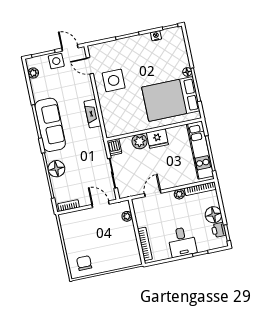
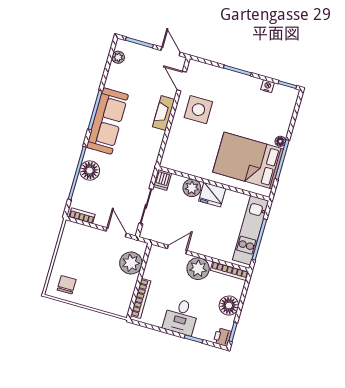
side table: (56, 61) -> (149, 58), removed
fireplace: (93, 114) -> (164, 113), moved
plant: (179, 194) -> (198, 269), width x1.88, depth x1.88
plant: (127, 216) -> (131, 263), width x1.88, depth x1.88
printer: (219, 230) -> (222, 337), moved

